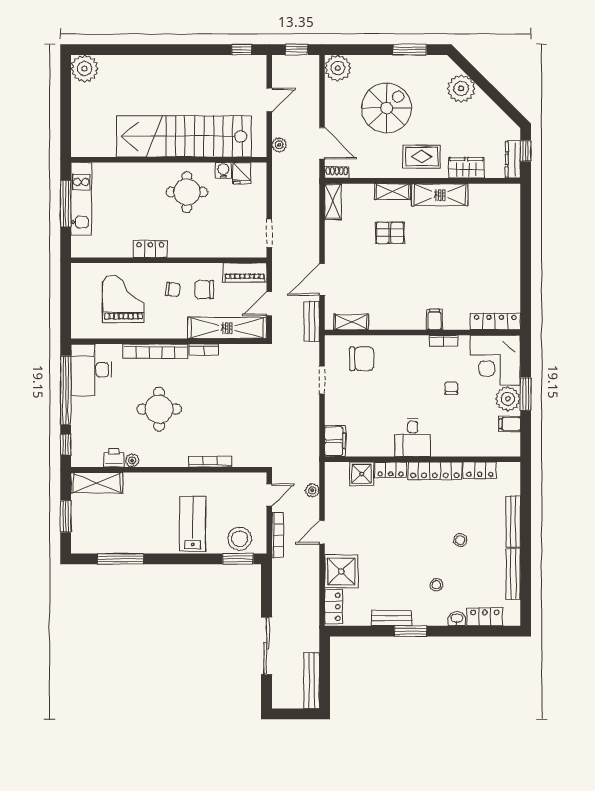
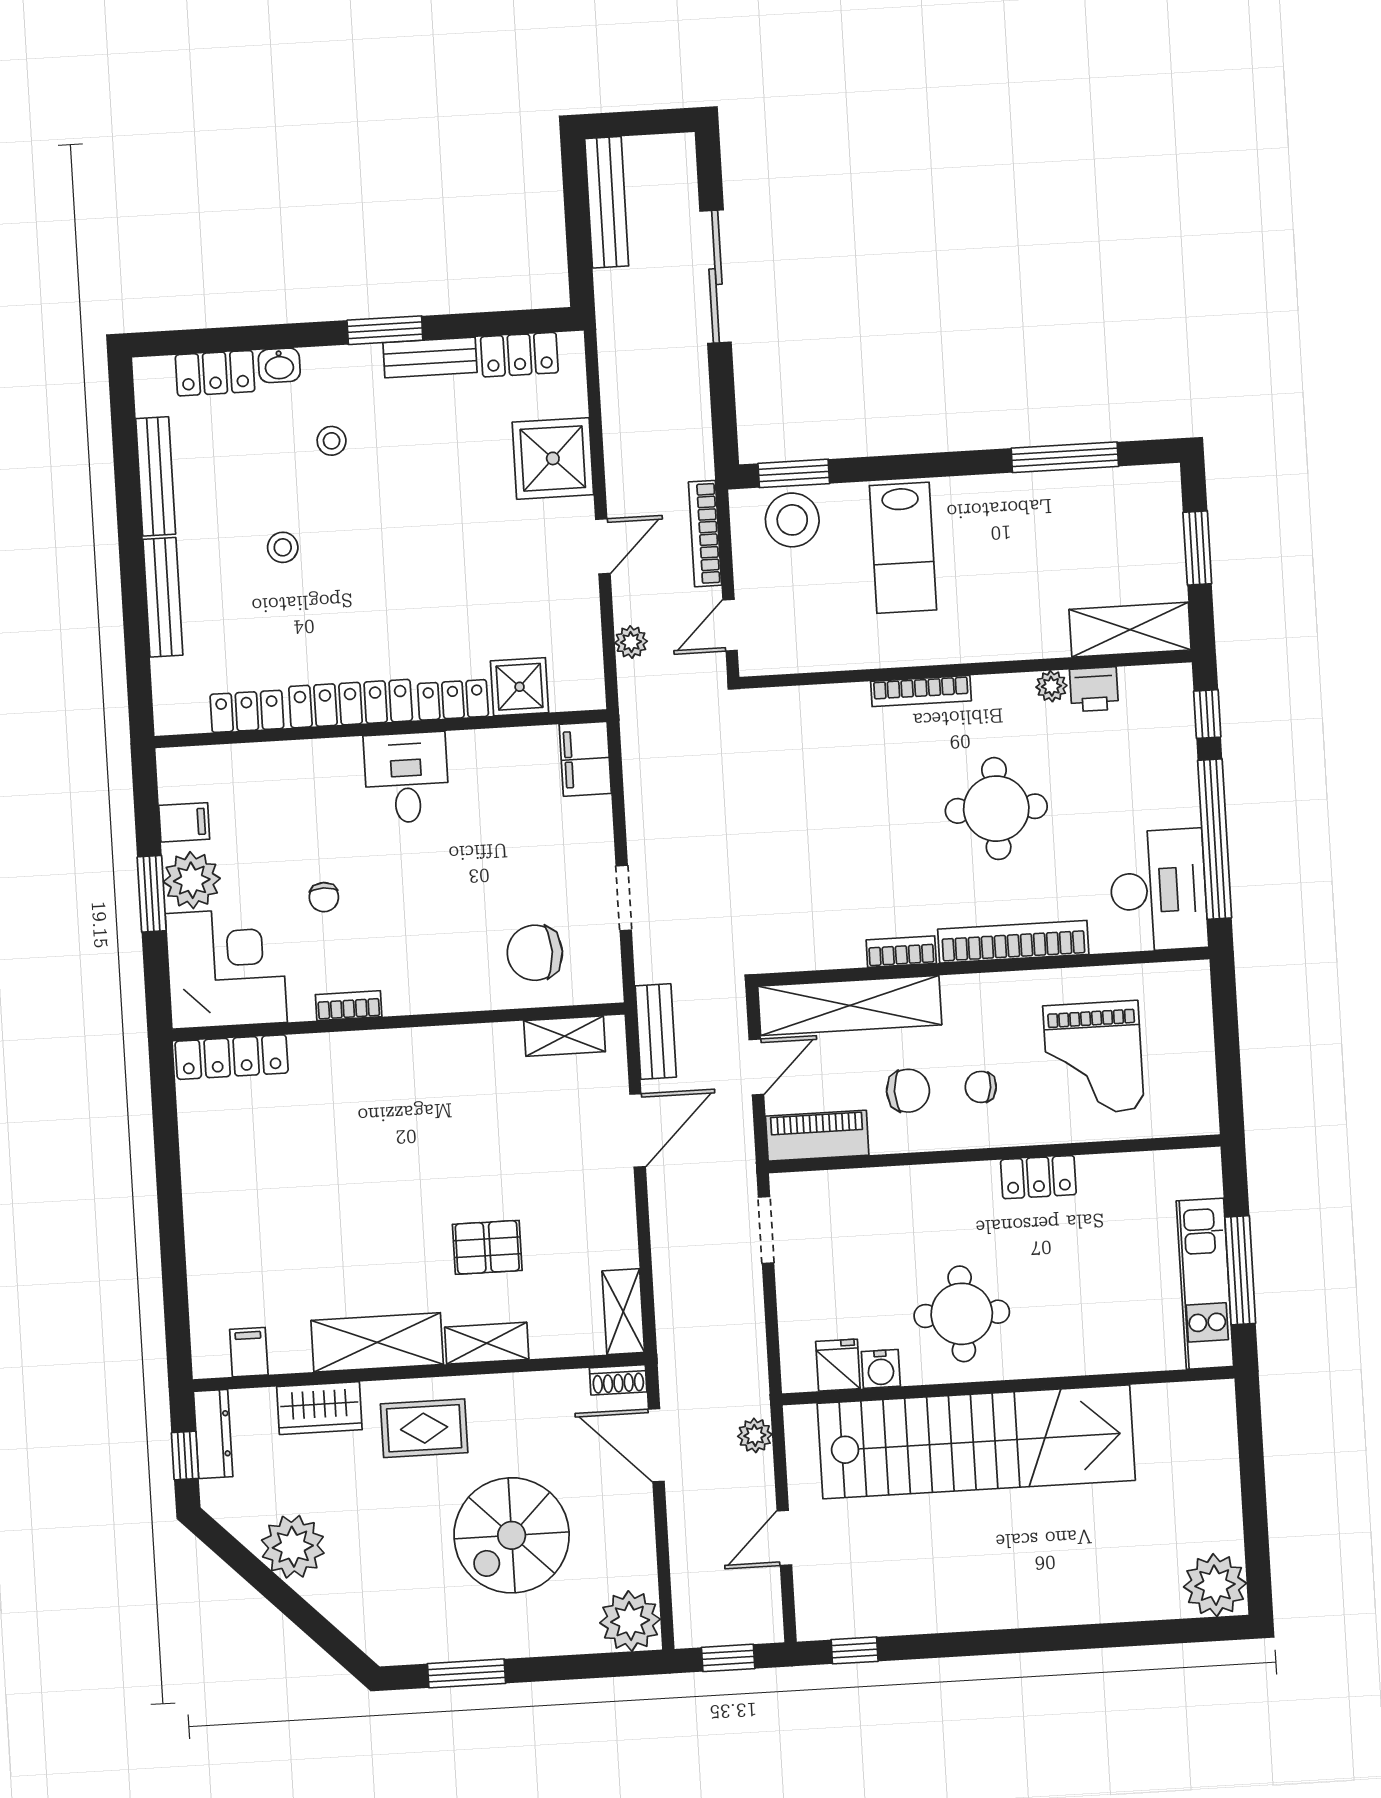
plant: (461, 89) -> (293, 1547), moved
filing cabinet: (435, 319) -> (249, 1352), moved, turned 180
bookcase: (210, 462) -> (921, 691), moved
locker: (333, 607) -> (519, 355), moved, turned -90

